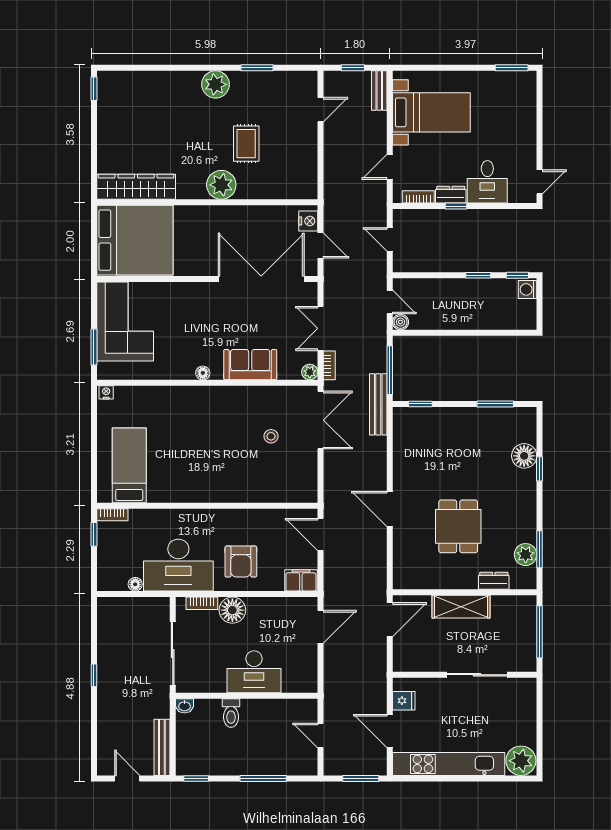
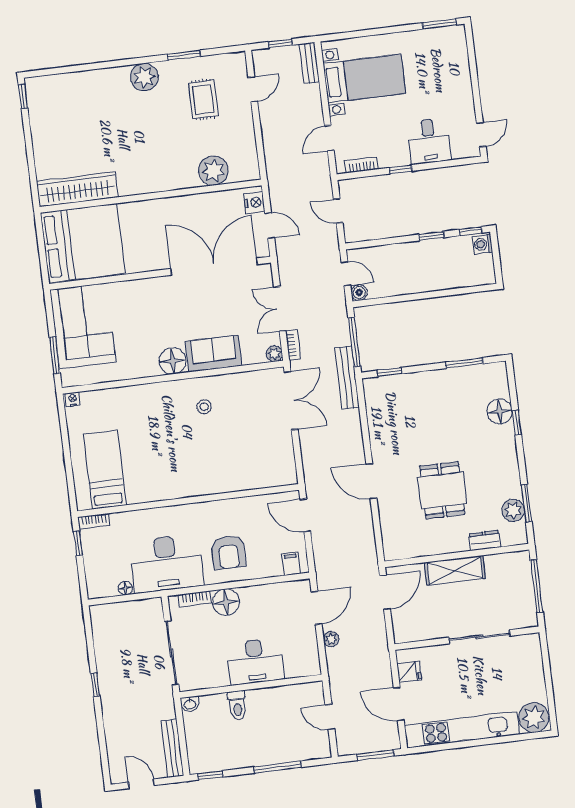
rug: (246, 144) -> (203, 100), moved
plant: (221, 185) -> (213, 171), moved
dresser: (451, 195) -> (394, 159), removed
floor lamp: (203, 373) -> (173, 361), width x1.89, depth x1.89
stool: (271, 436) -> (204, 407), moved
filing cabinet: (301, 580) -> (291, 564), width x0.50
plant: (331, 659) -> (331, 639), added

